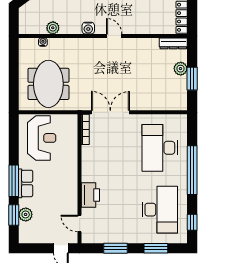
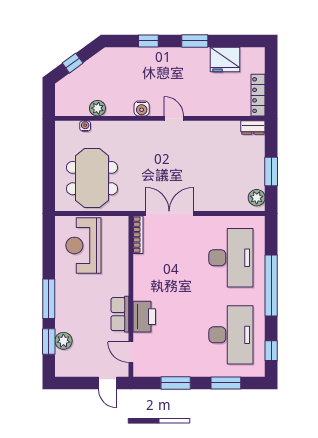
dresser: (173, 43) -> (253, 127), width x0.70
plant: (181, 69) -> (257, 198), moved
reception desk: (42, 138) -> (83, 245), turned 180
desk: (160, 148) -> (231, 258), turned 180
row of seats: (26, 183) -> (120, 314), moved, turned 180

